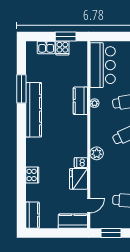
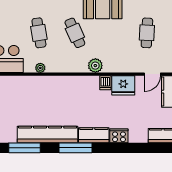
kitchen counter: (80, 101) -> (94, 135), moved, turned 180
window: (21, 135) -> (75, 148), added
door: (89, 205) -> (152, 74), swing flipped

